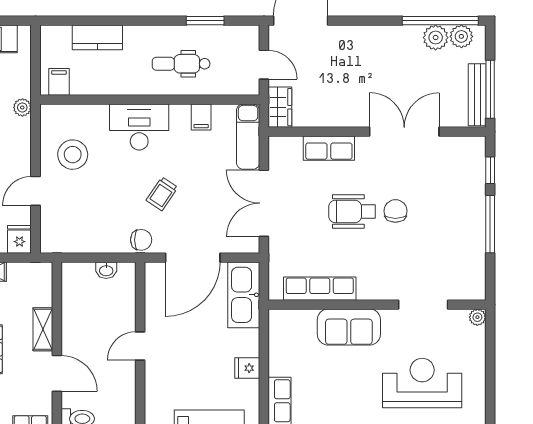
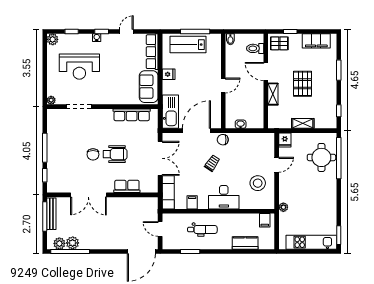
wardrobe: (280, 107) -> (152, 207), removed
sofa: (349, 327) -> (149, 87), moved, turned -90

